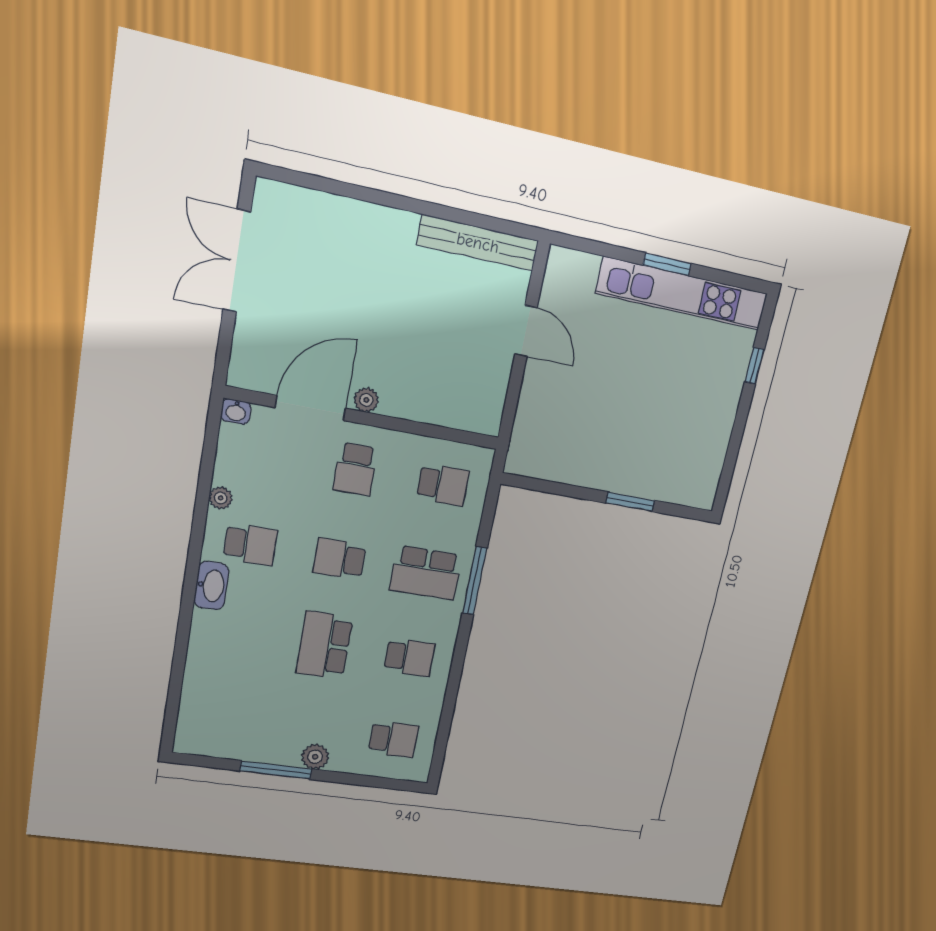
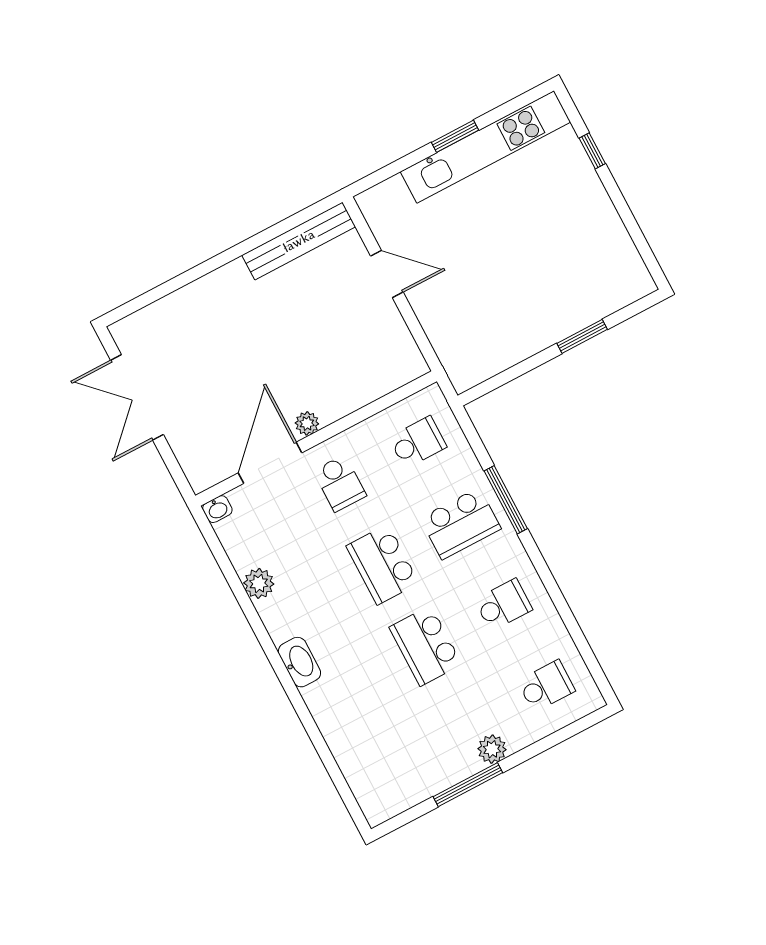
plant: (221, 498) -> (259, 583), width x1.38, depth x1.38
school desk: (250, 544) -> (305, 606), removed
school desk: (340, 559) -> (383, 565), width x1.85

